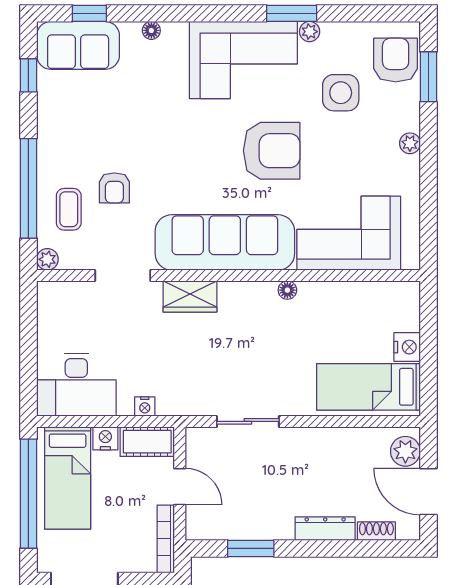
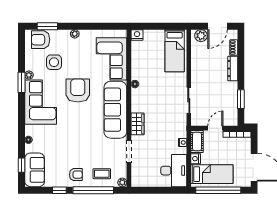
window: (28, 75) -> (59, 190), moved
armchair: (114, 188) -> (76, 175), moved
nightstand: (407, 347) -> (137, 35), moved

